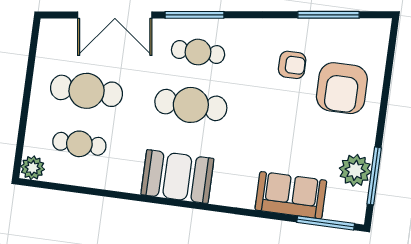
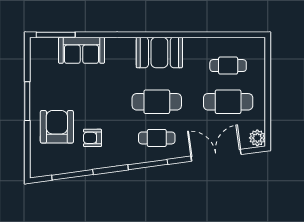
window: (194, 15) -> (148, 165), moved
plant: (33, 168) -> (257, 138), moved
plant: (355, 170) -> (40, 73), removed
window: (374, 176) -> (27, 101), moved

